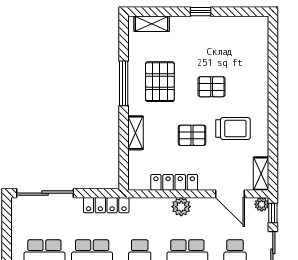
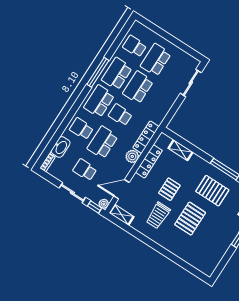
pallet: (212, 87) -> (190, 219), width x1.50, depth x1.42
shelving: (135, 133) -> (181, 150), moved
sliding door: (45, 193) -> (191, 83), width x0.73
locker: (106, 205) -> (146, 137), moved

